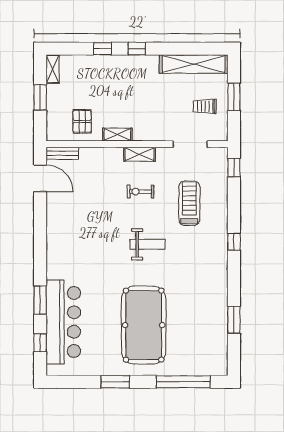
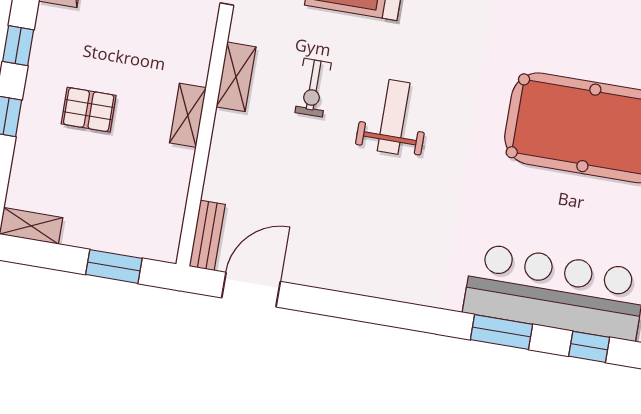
window: (40, 97) -> (114, 266), moved
pallet: (82, 121) -> (89, 110), moved
weight bench: (148, 244) -> (394, 117), moved

